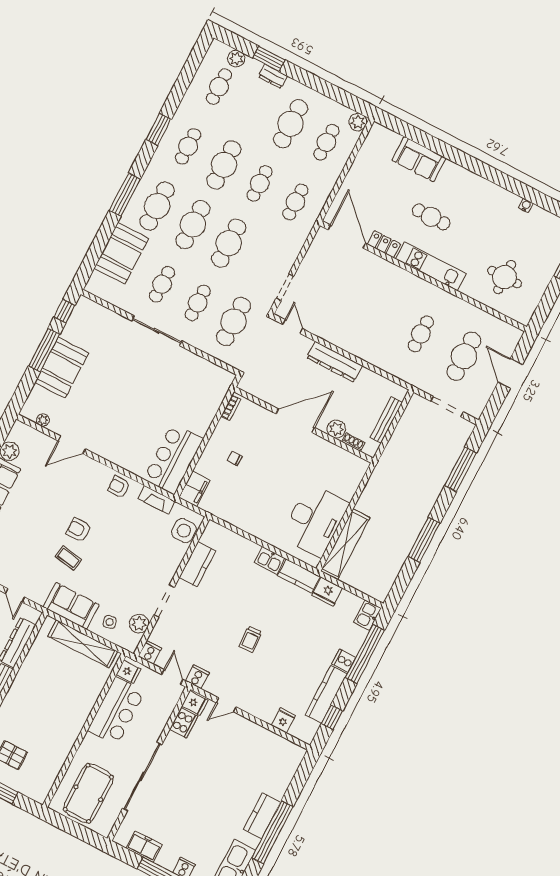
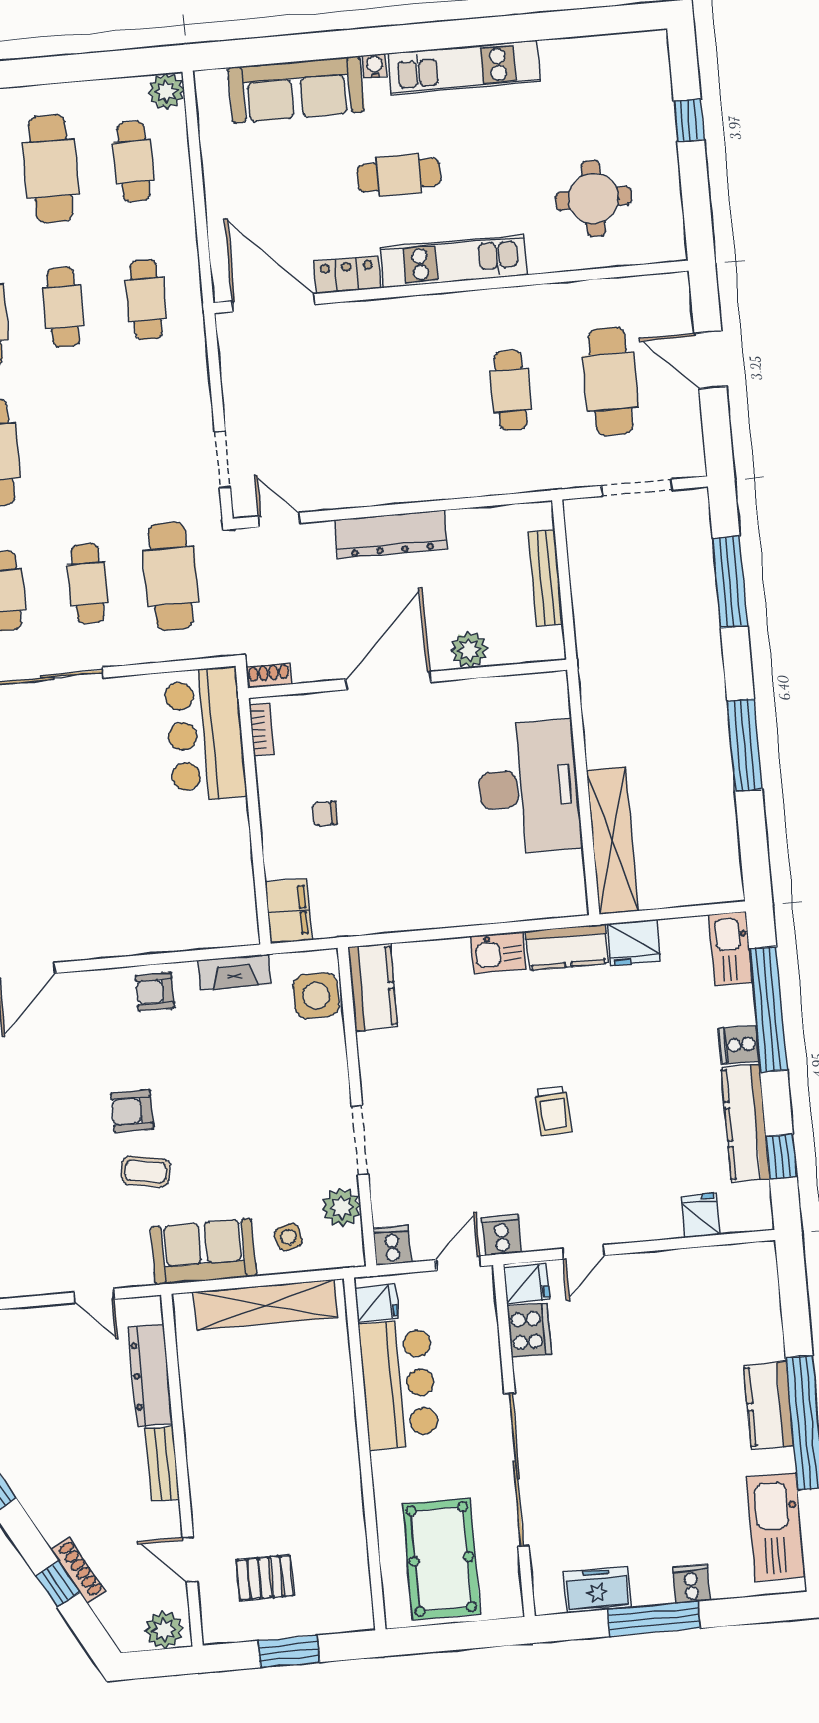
sofa: (419, 159) -> (296, 90), width x1.36
kitchen unit: (486, 190) -> (464, 68), added
water cooler: (526, 206) -> (375, 66), moved
cafe table: (229, 243) -> (75, 445), removed
shoe rack: (353, 442) -> (269, 675), moved
bar counter: (173, 459) -> (205, 734), moved
desk: (315, 520) -> (529, 787), moved
kitchen counter: (197, 564) -> (373, 987), moved
kitchen sink: (367, 615) -> (730, 949), width x1.38
door: (172, 677) -> (458, 1263), hinge flipped

